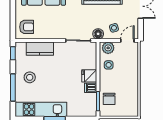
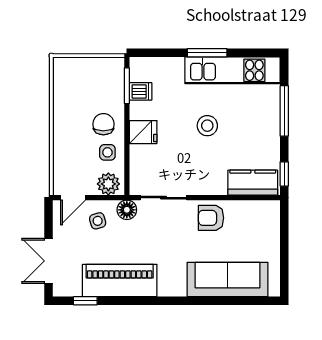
armchair: (27, 27) -> (211, 218), moved
kitchen counter: (40, 49) -> (253, 183), moved
stool: (30, 77) -> (207, 126), moved
dishwasher: (91, 88) -> (141, 91), moved
chair: (109, 99) -> (103, 124), moved

